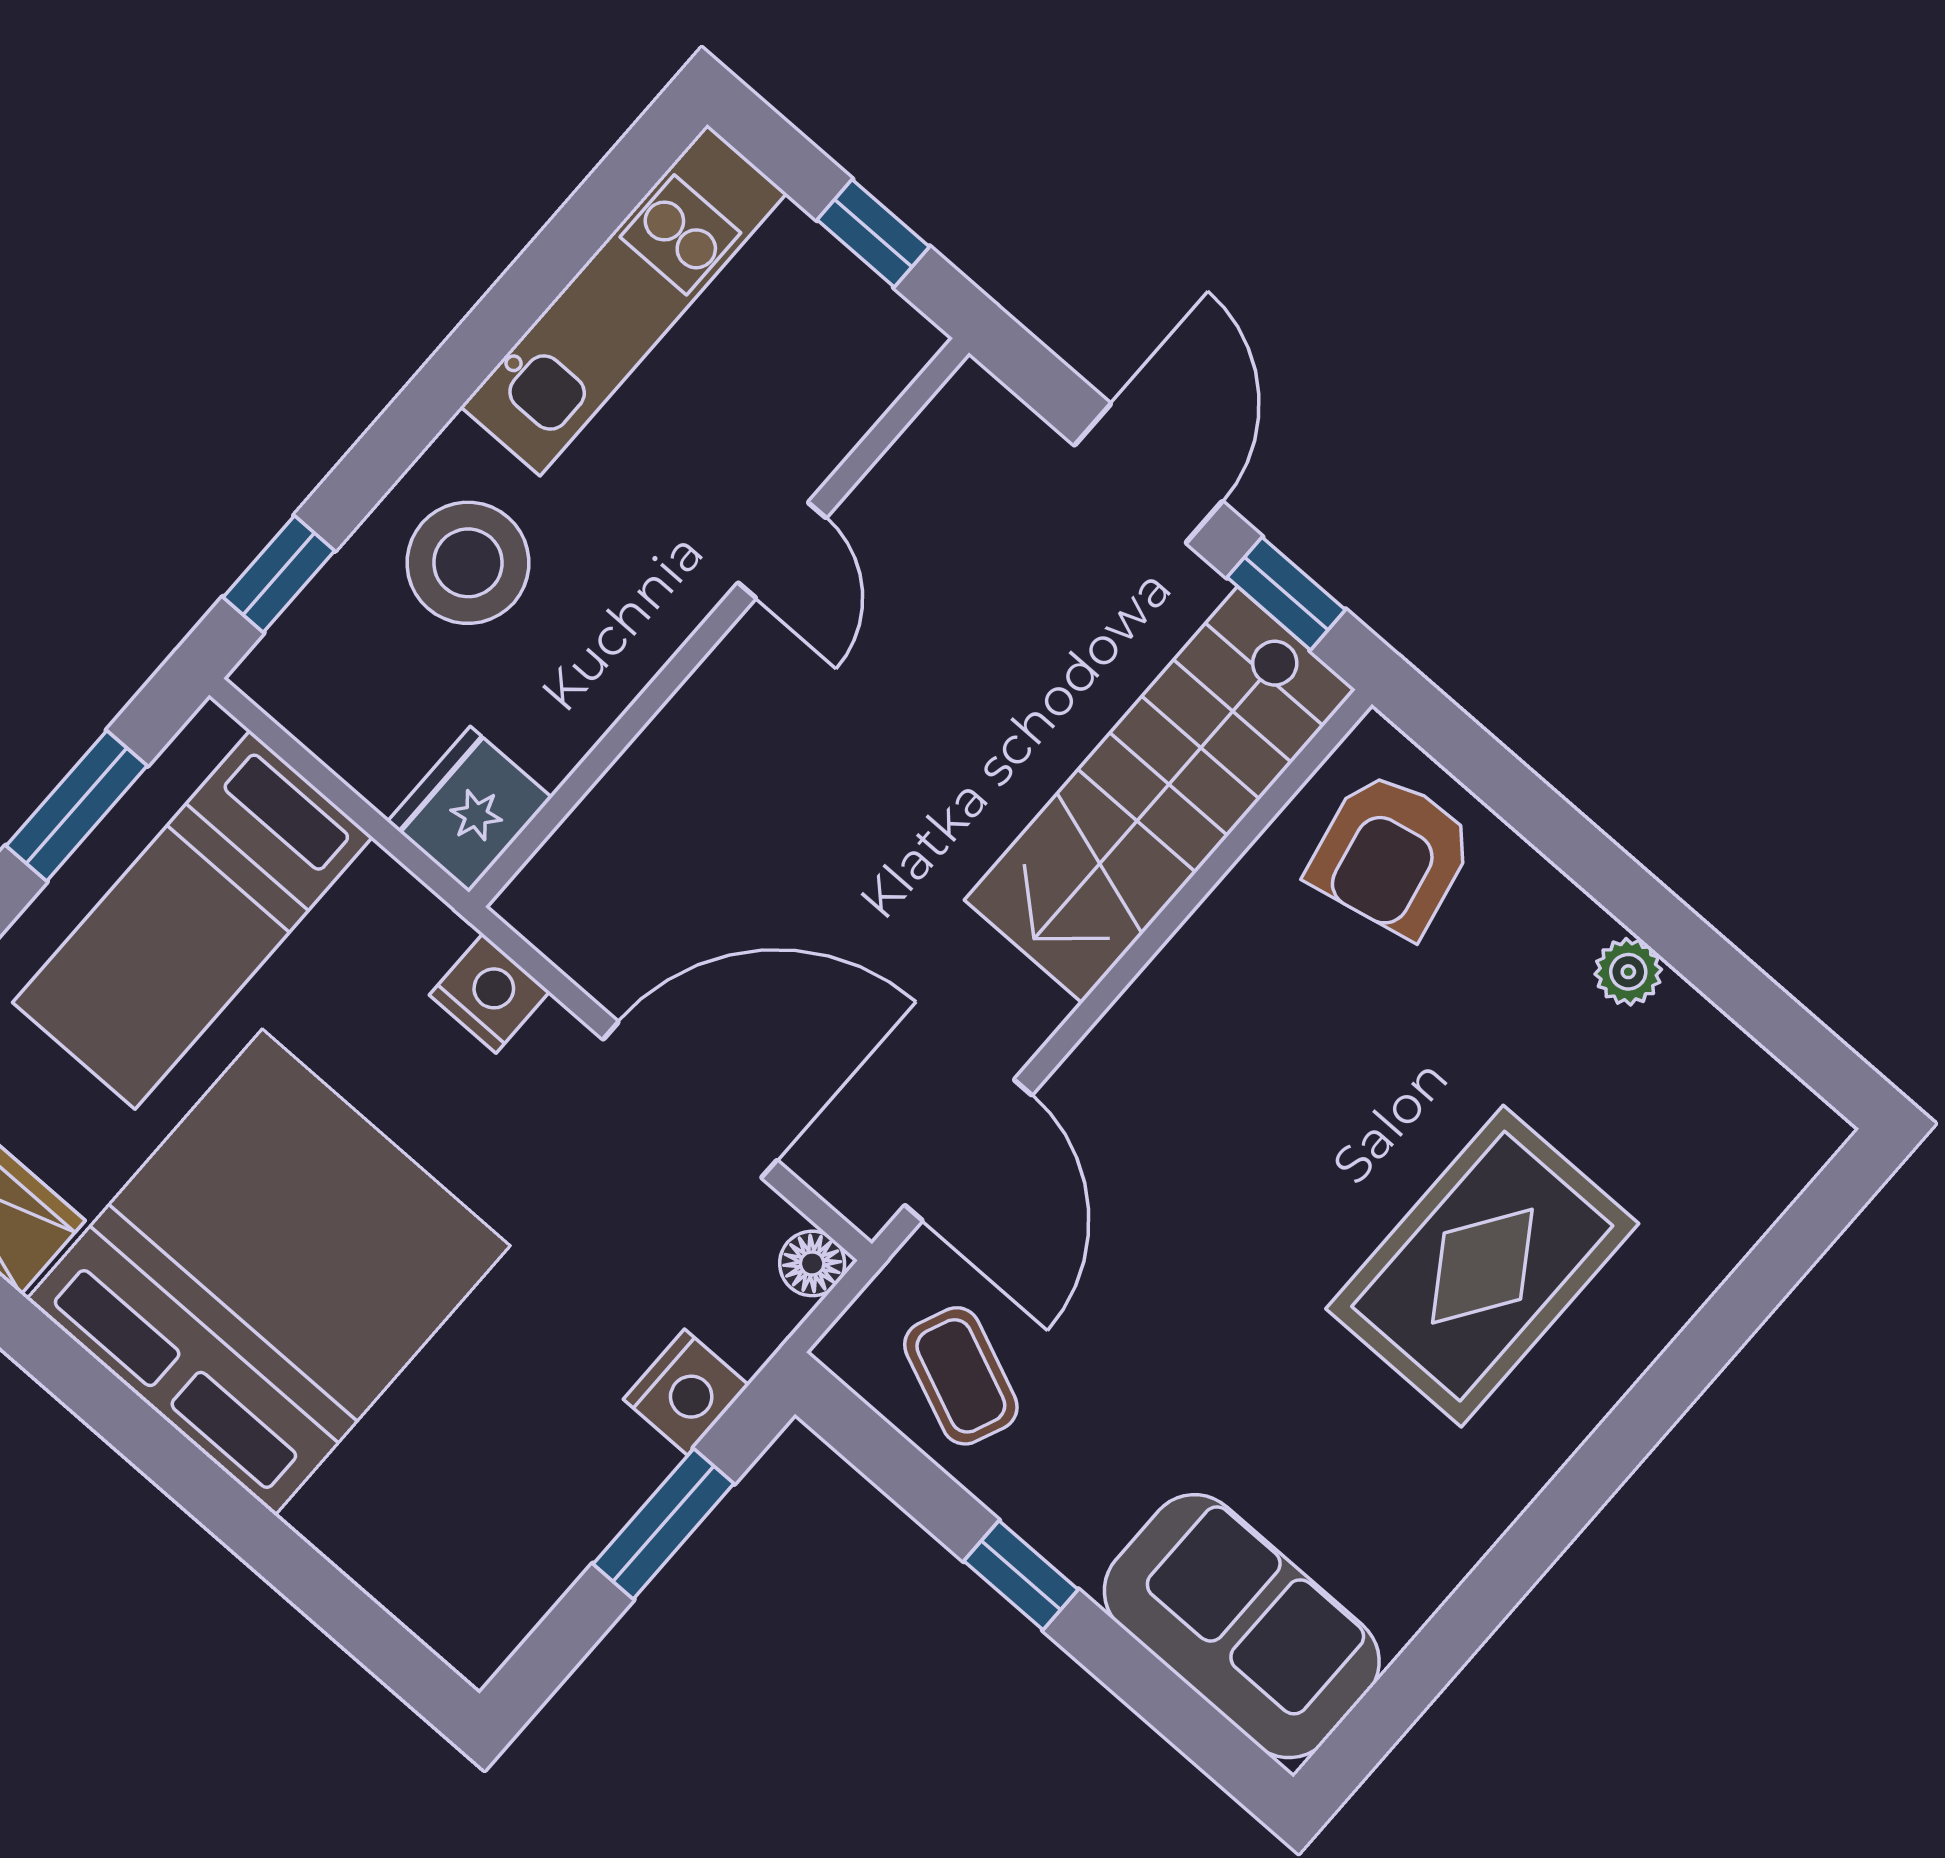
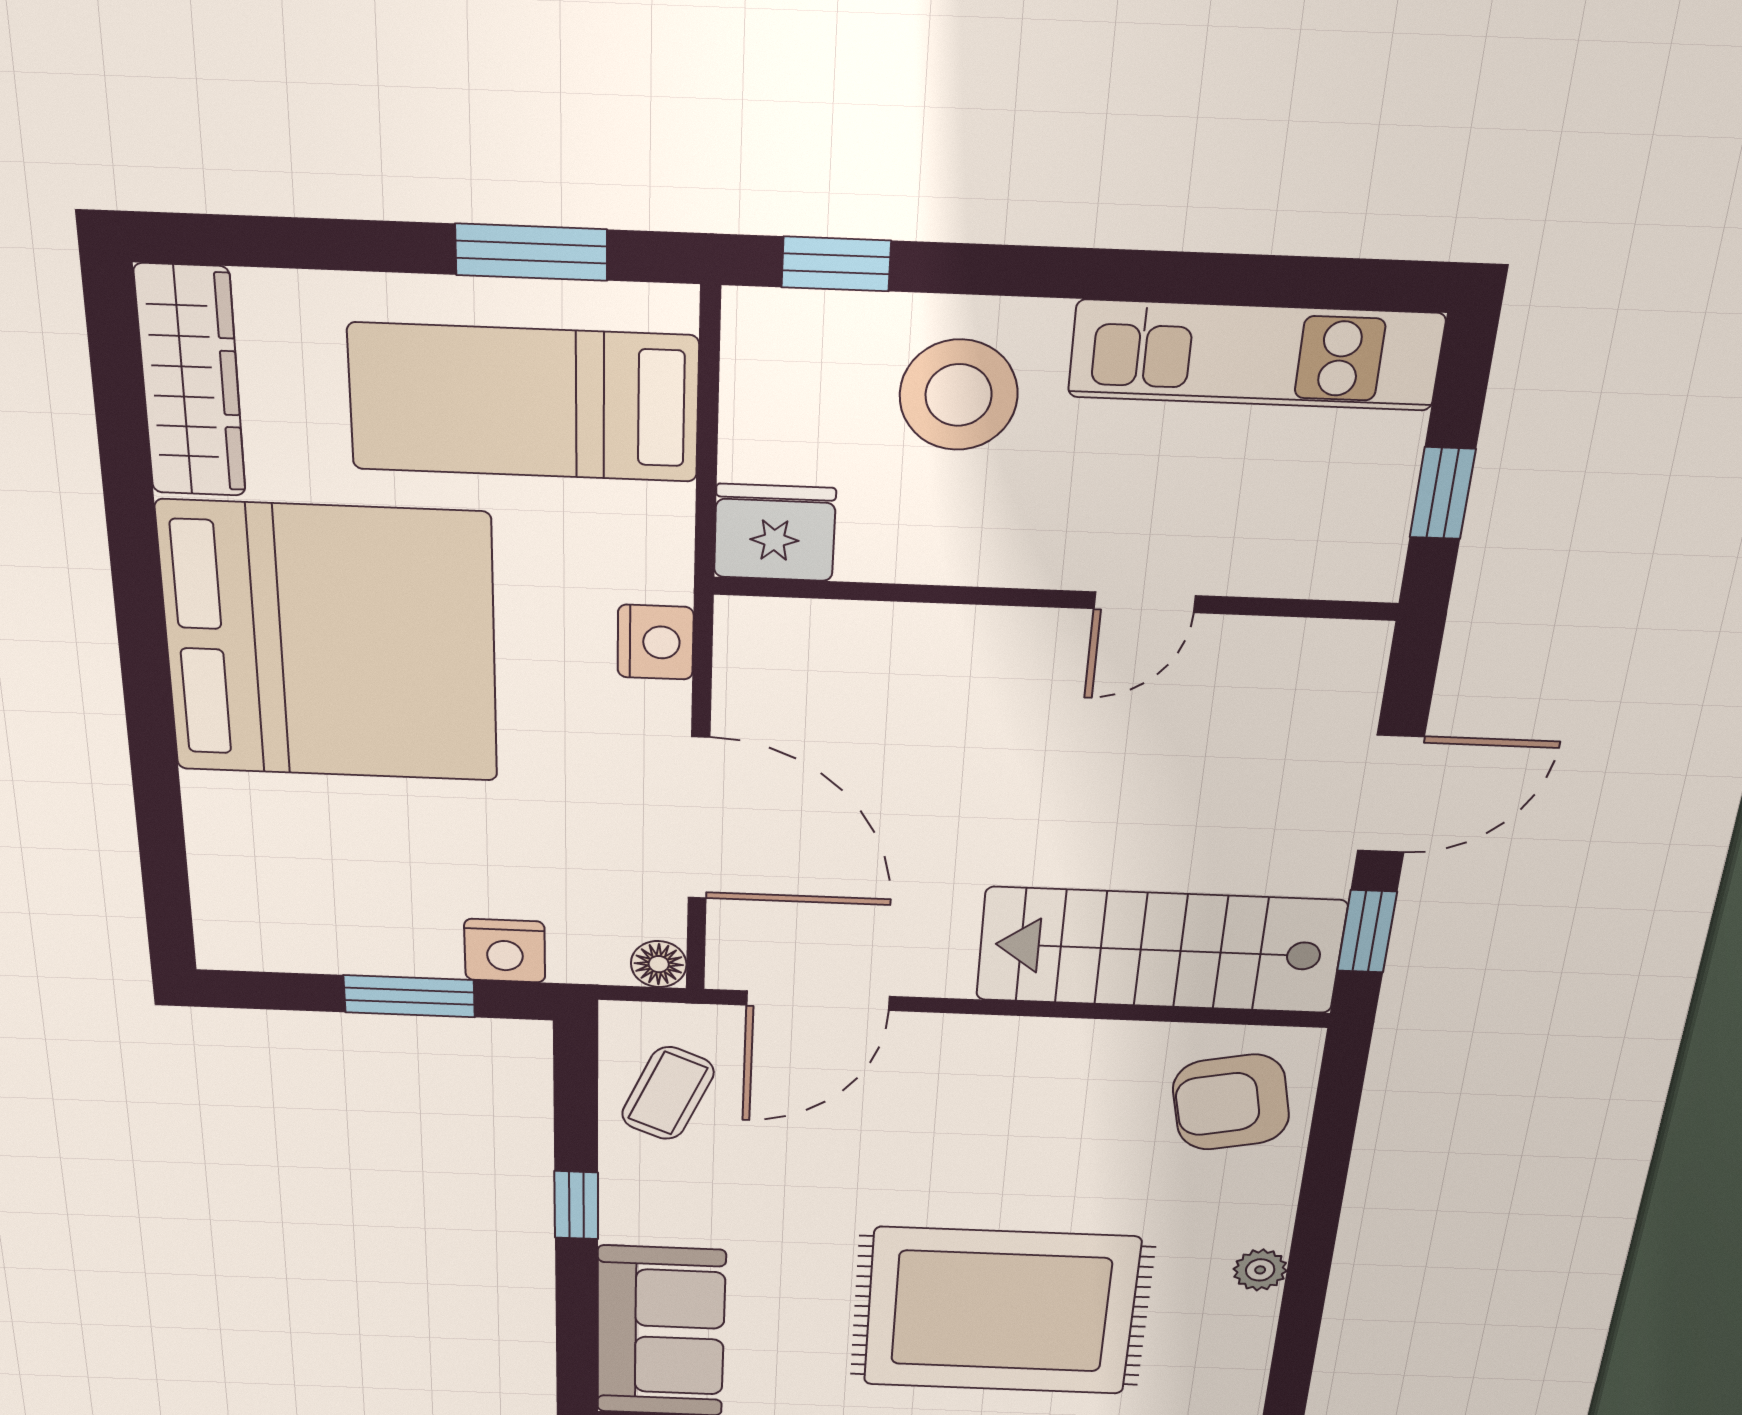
rug: (1482, 1266) -> (1001, 1311), width x1.37, depth x1.44

